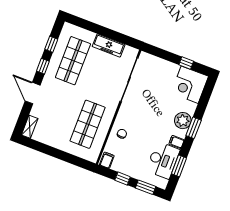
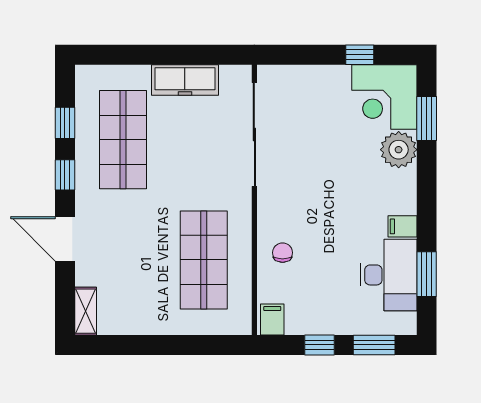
plant: (183, 121) -> (399, 150), moved
window: (194, 128) -> (427, 118), moved

